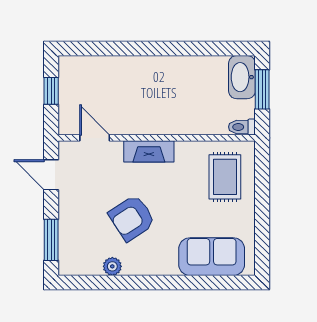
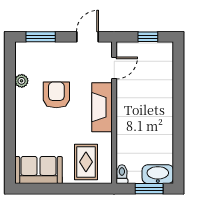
fireplace: (149, 151) -> (102, 107), width x1.37, depth x1.32
rug: (225, 177) -> (86, 162), turned 90
armchair: (132, 218) -> (56, 95), turned 33
sofa: (212, 257) -> (38, 170), moved, turned -90

